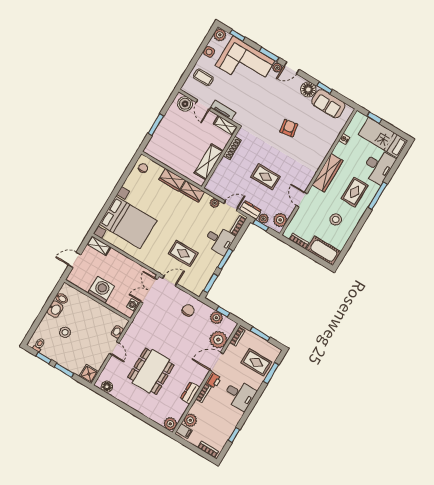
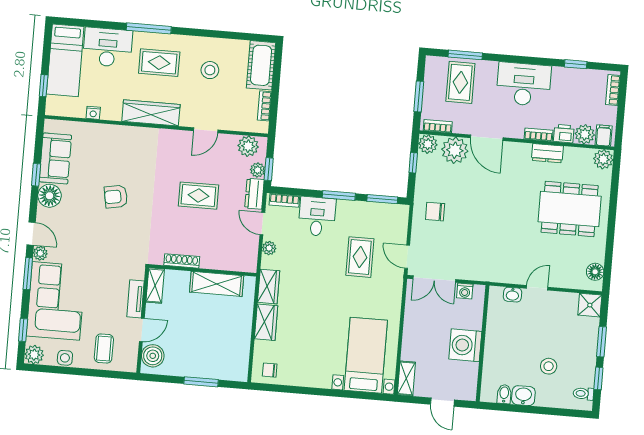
rug: (266, 177) -> (198, 196), turned 90
bed with nightstands: (128, 222) -> (366, 355), width x0.73
plant: (216, 318) -> (428, 144), moved
dining table: (151, 371) -> (570, 209), moved
printer: (214, 380) -> (564, 134), moved
desk: (240, 395) -> (524, 84), width x1.37

